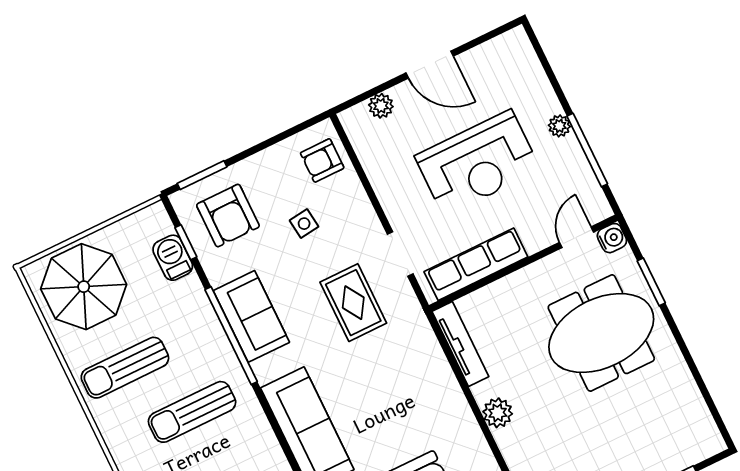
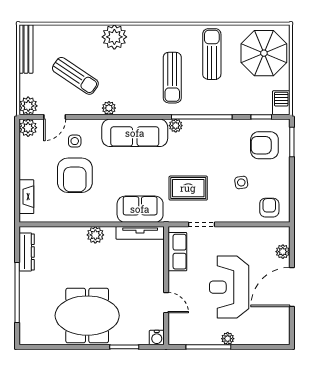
door: (430, 65) -> (292, 287), width x1.36
door: (577, 237) -> (166, 303), moved
barbecue: (173, 258) -> (281, 103), moved, turned -90
row of seats: (476, 264) -> (177, 252), width x0.68
sofa: (251, 316) -> (140, 209), moved, turned 180
meeting table: (601, 333) -> (87, 316), moved, turned 90
plant: (265, 370) -> (176, 126), added
sun lounger: (192, 412) -> (172, 78), turned 180

